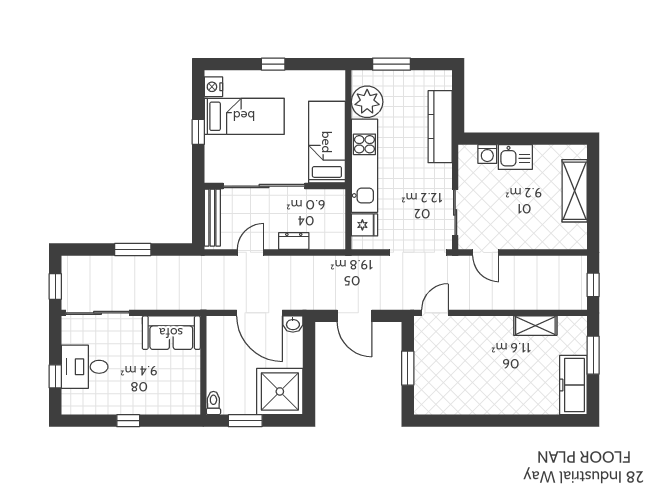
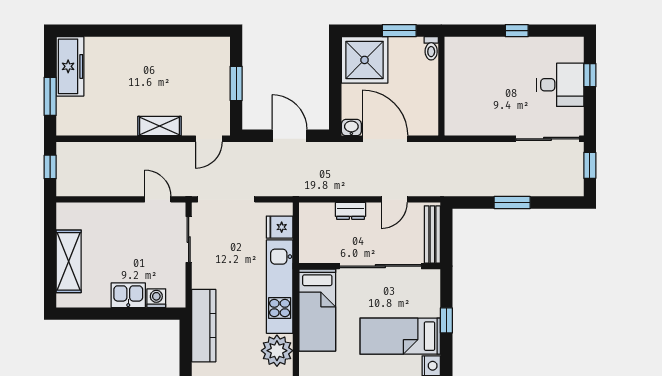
shelving: (535, 326) -> (160, 126), moved
sofa: (171, 333) -> (473, 119), removed

